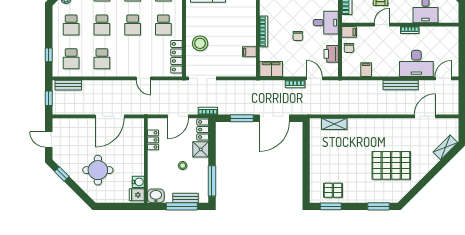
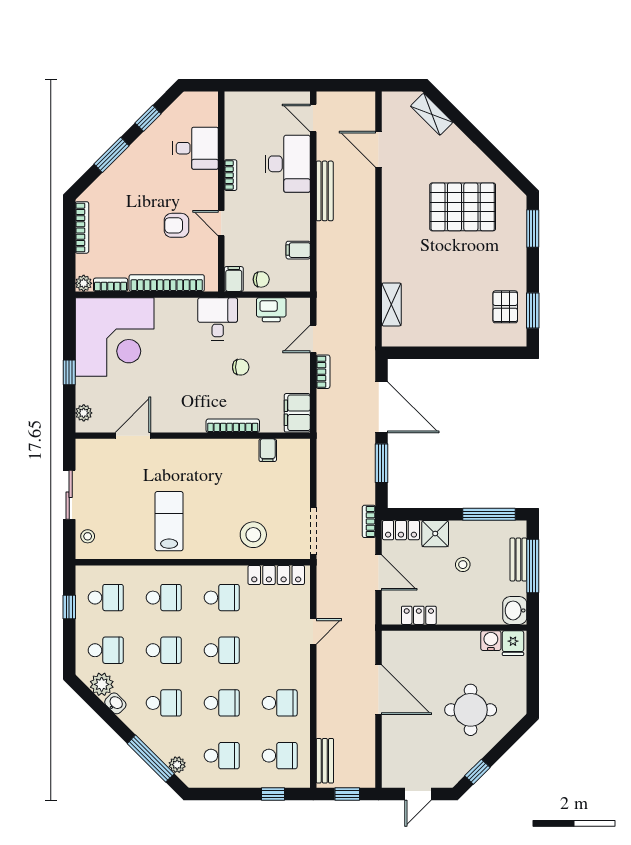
pallet: (391, 165) -> (463, 207), turned 90

